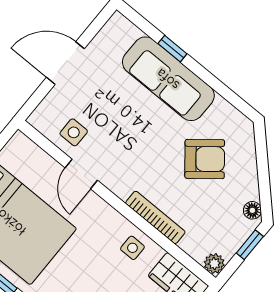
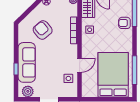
plant: (112, 36) -> (28, 91), added

